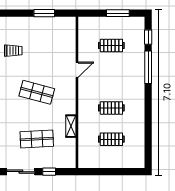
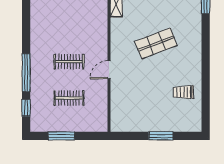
window: (44, 13) -> (161, 136), moved
shop shelf: (37, 92) -> (156, 43), turned -36
clothes rail: (111, 108) -> (69, 62), moved

